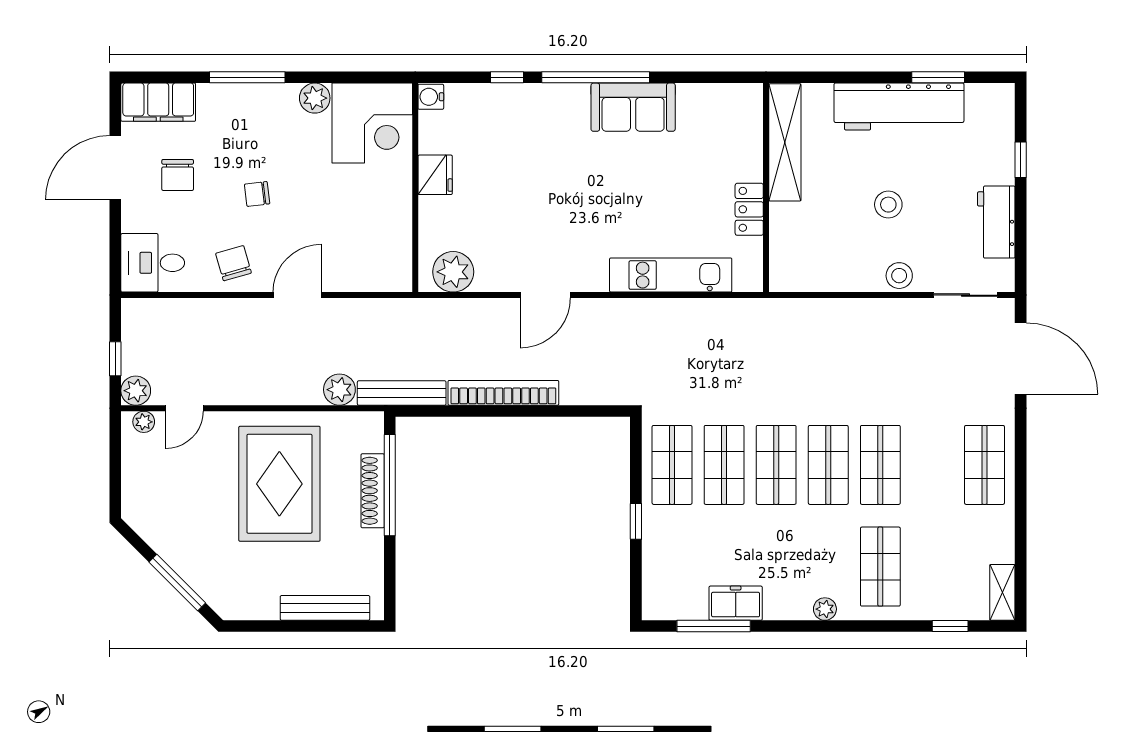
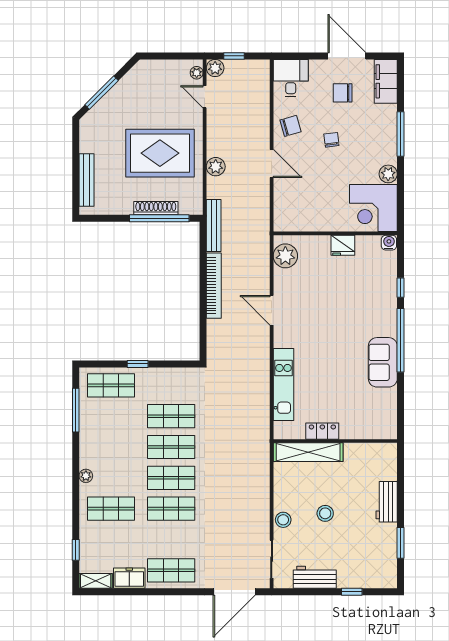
workbench: (899, 106) -> (387, 502), width x0.53, depth x0.76
shelving: (785, 142) -> (308, 452), moved
plant: (339, 390) -> (216, 167), moved
shop shelf: (672, 465) -> (111, 385), moved
freezer: (736, 603) -> (129, 578), moved, turned -90

